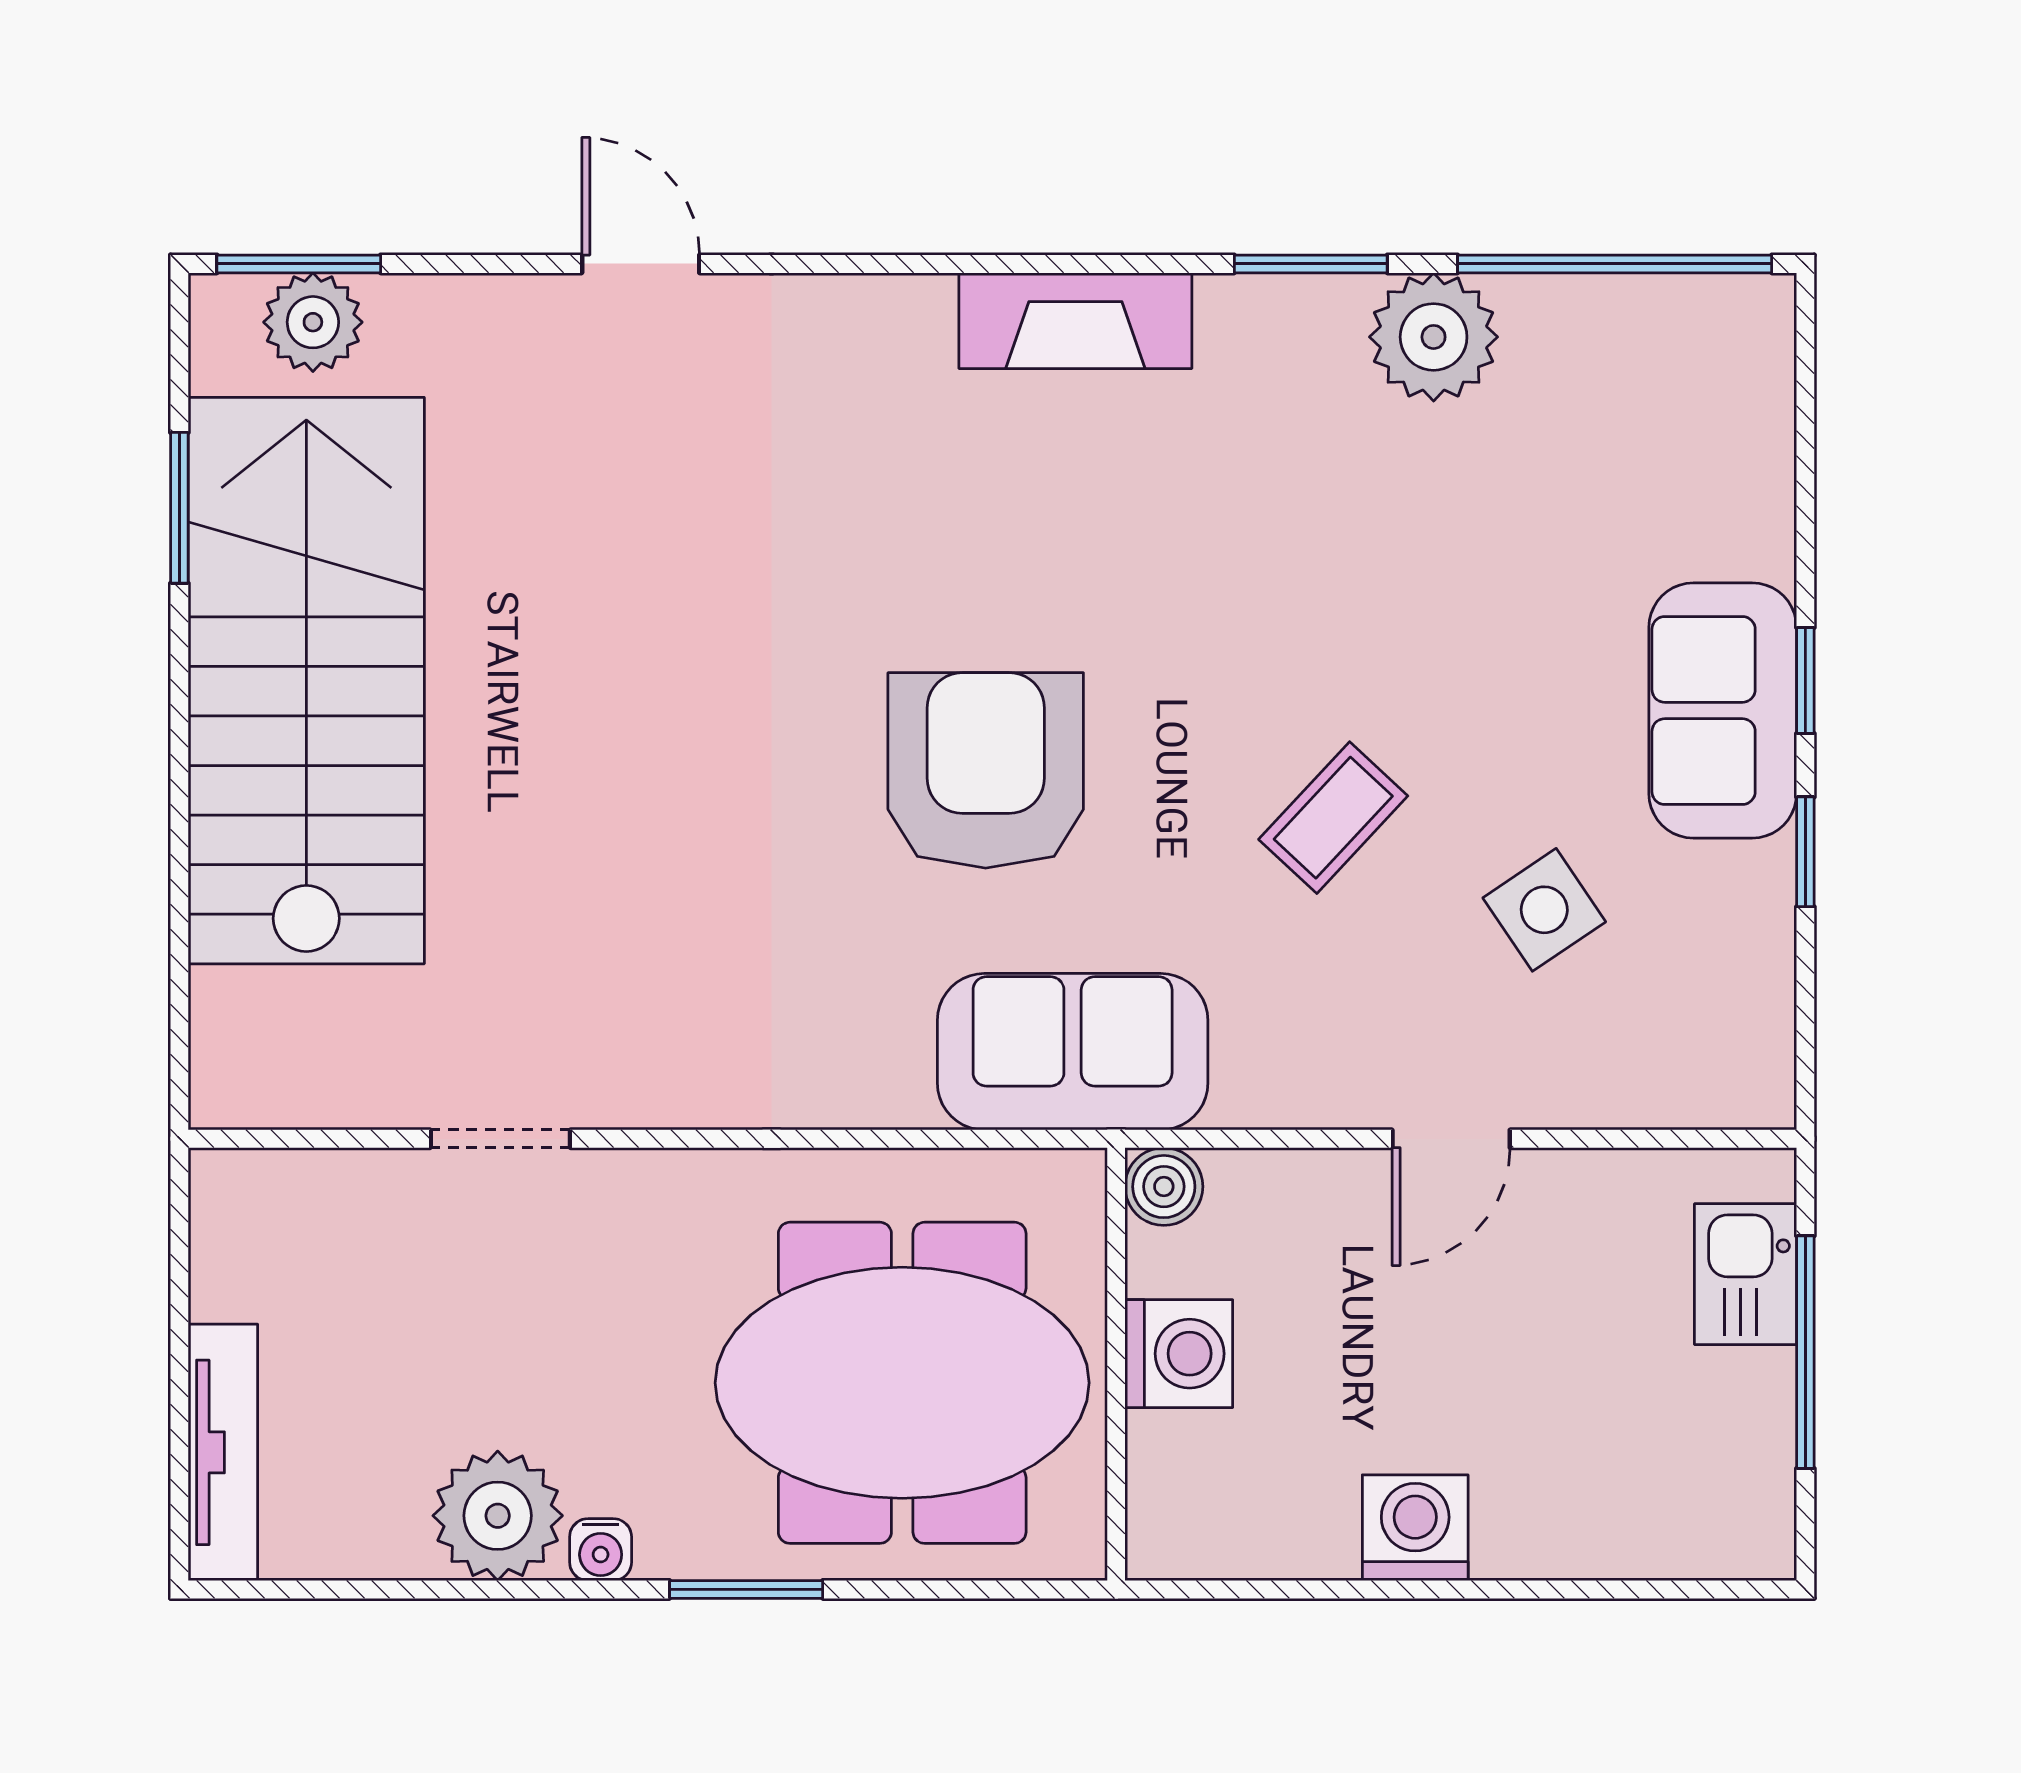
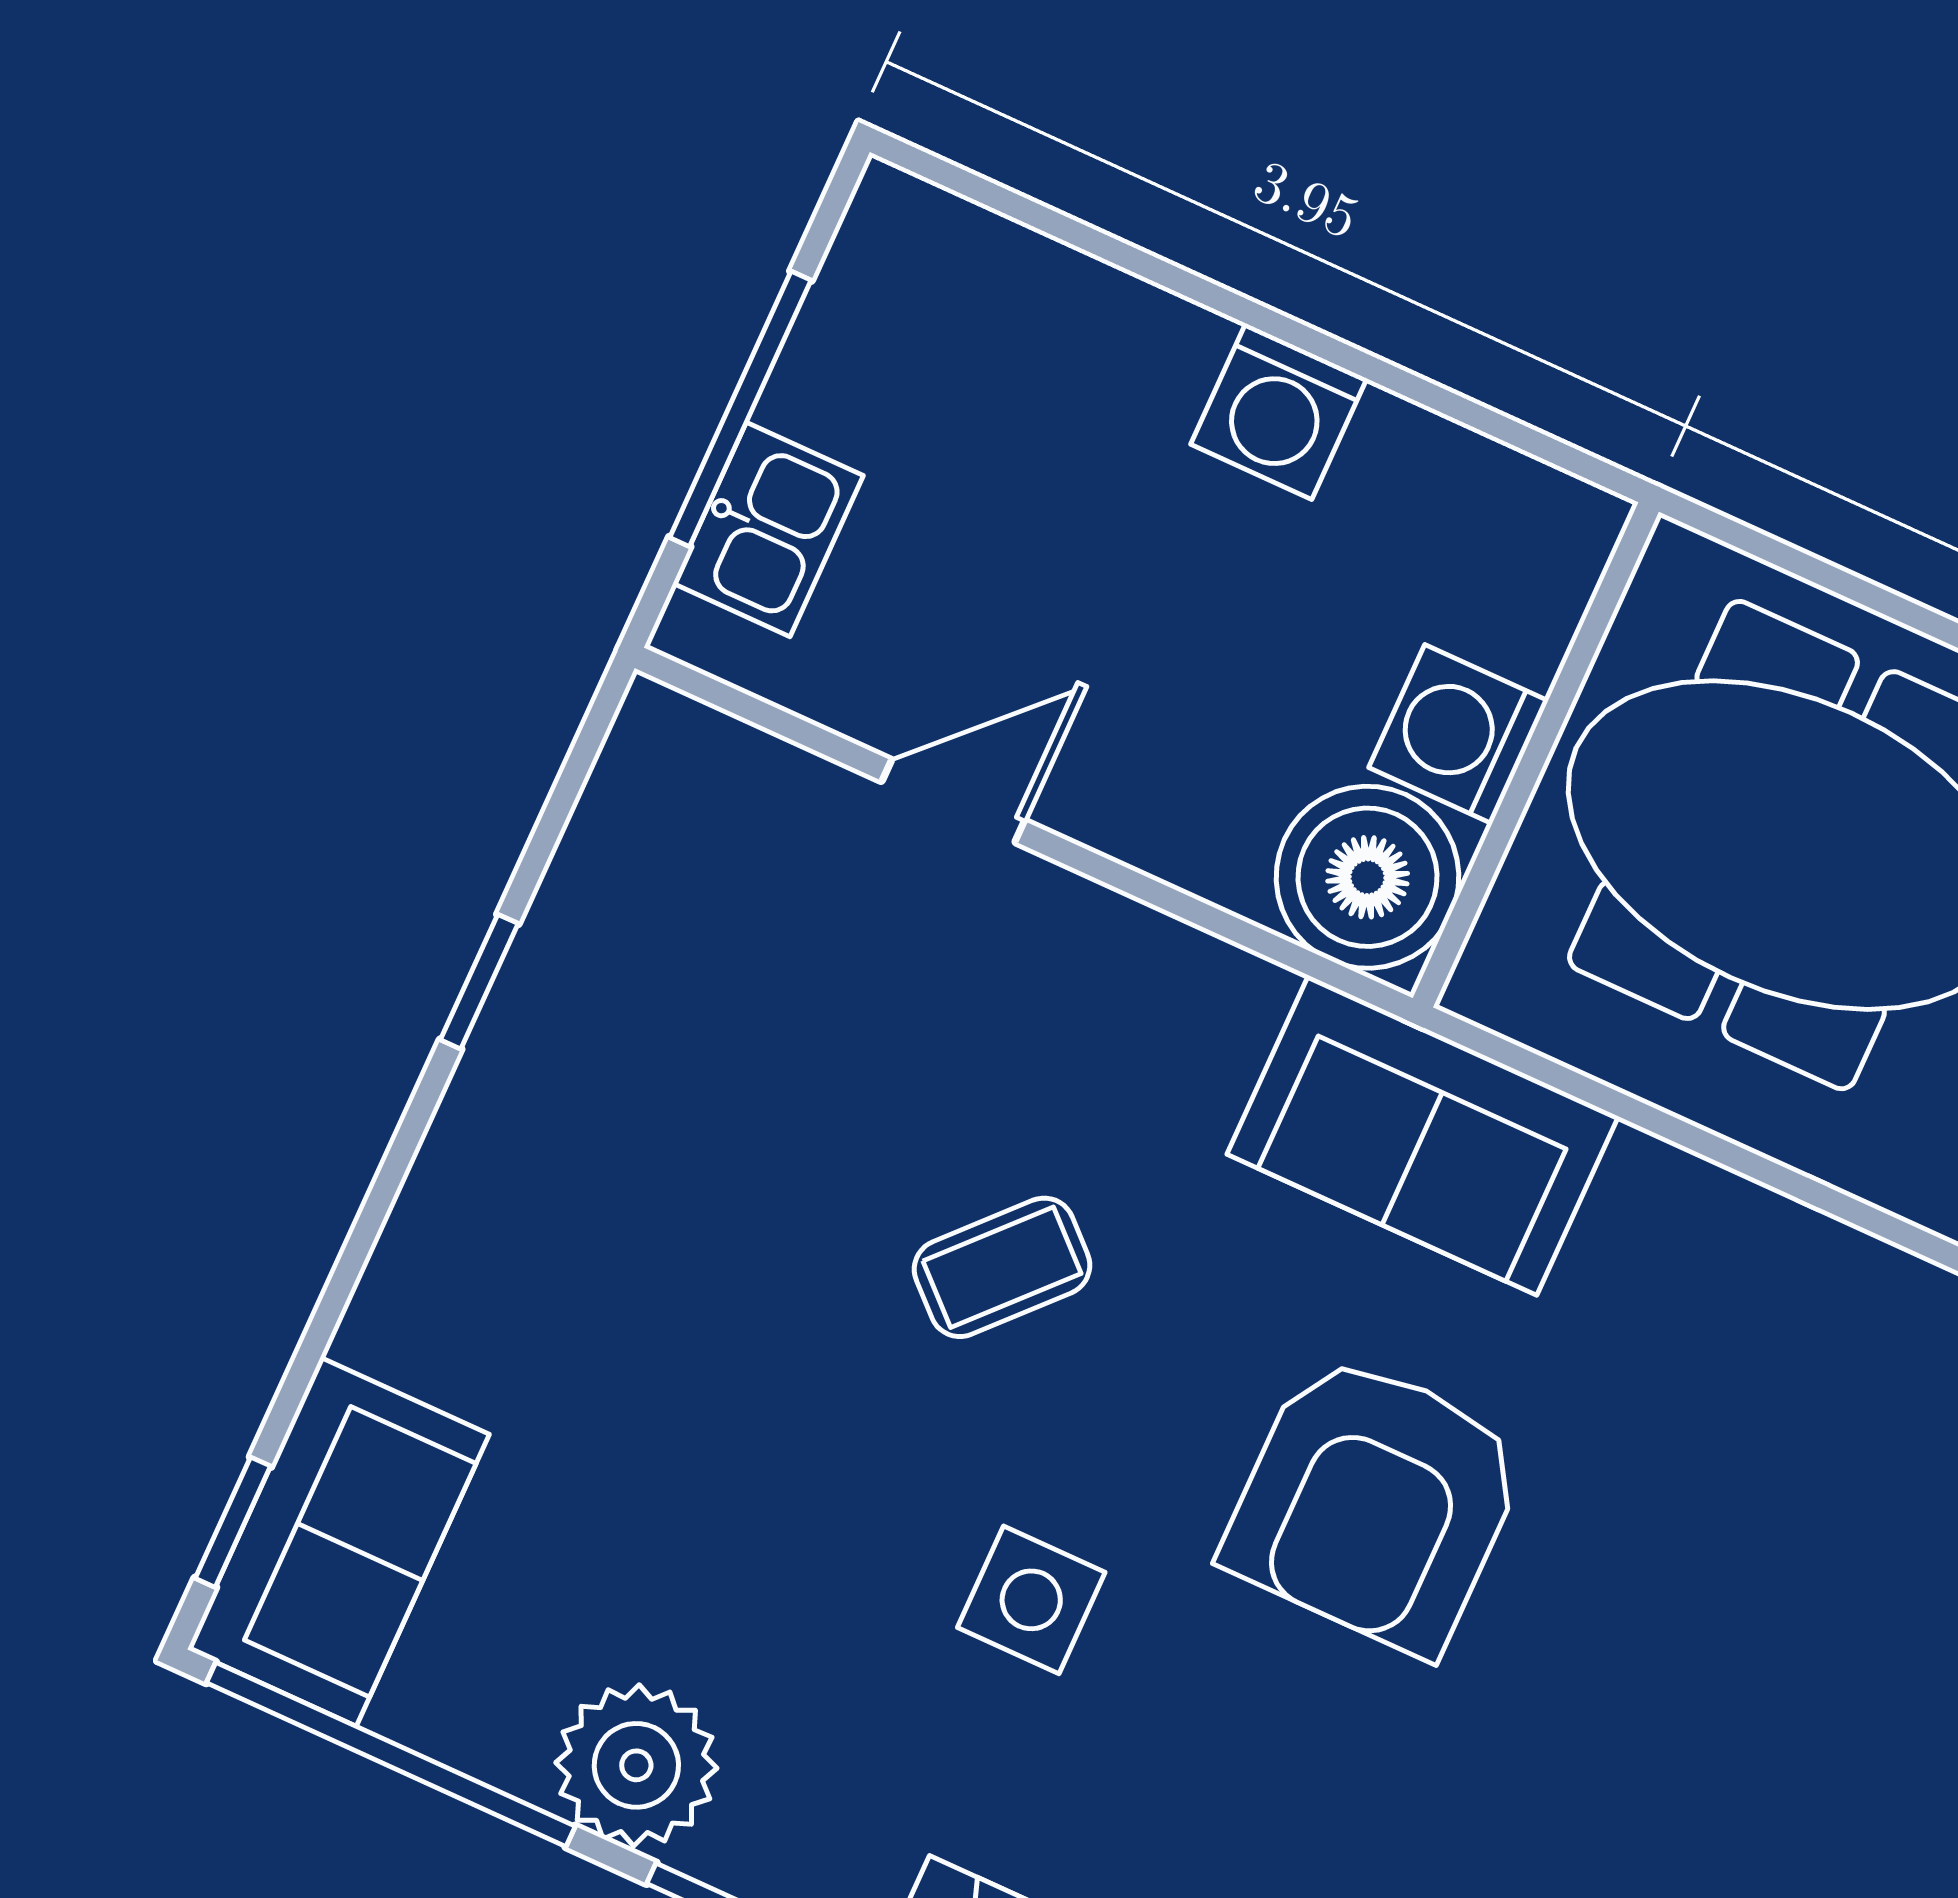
window: (1805, 680) -> (233, 1522), moved
sofa: (1723, 711) -> (338, 1542), moved
side table: (1544, 910) -> (1031, 1600), moved, turned 34
door: (1451, 1139) -> (953, 801), moved
boiler: (1164, 1187) -> (1368, 877), width x1.86, depth x1.86

